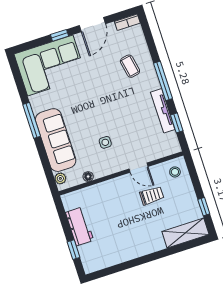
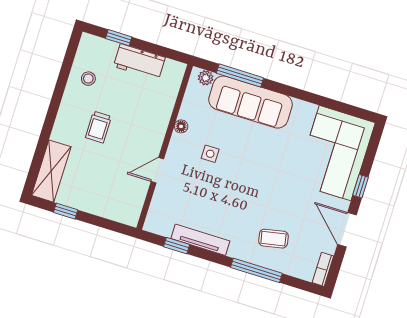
window: (163, 81) -> (256, 270), moved
window: (32, 120) -> (240, 75), moved
stool: (175, 172) -> (88, 79), moved
floor lamp: (88, 177) -> (181, 126), moved
trolley: (152, 196) -> (98, 127), moved

